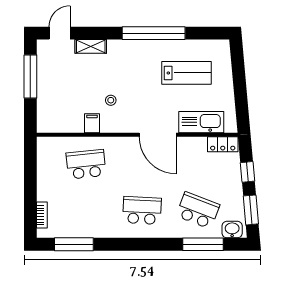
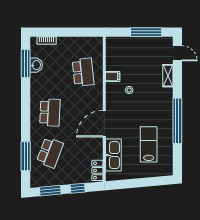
lab bench: (187, 73) -> (149, 144), turned 180
washbasin: (232, 230) -> (36, 65), moved

